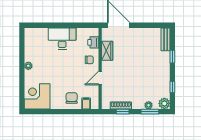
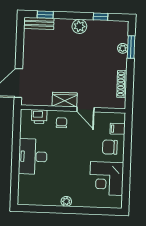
wardrobe: (107, 51) -> (65, 100), moved
window: (172, 57) -> (45, 15), moved
corner desk: (37, 96) -> (107, 178), moved
plant: (164, 103) -> (79, 26), moved
window: (123, 112) -> (130, 82), removed

